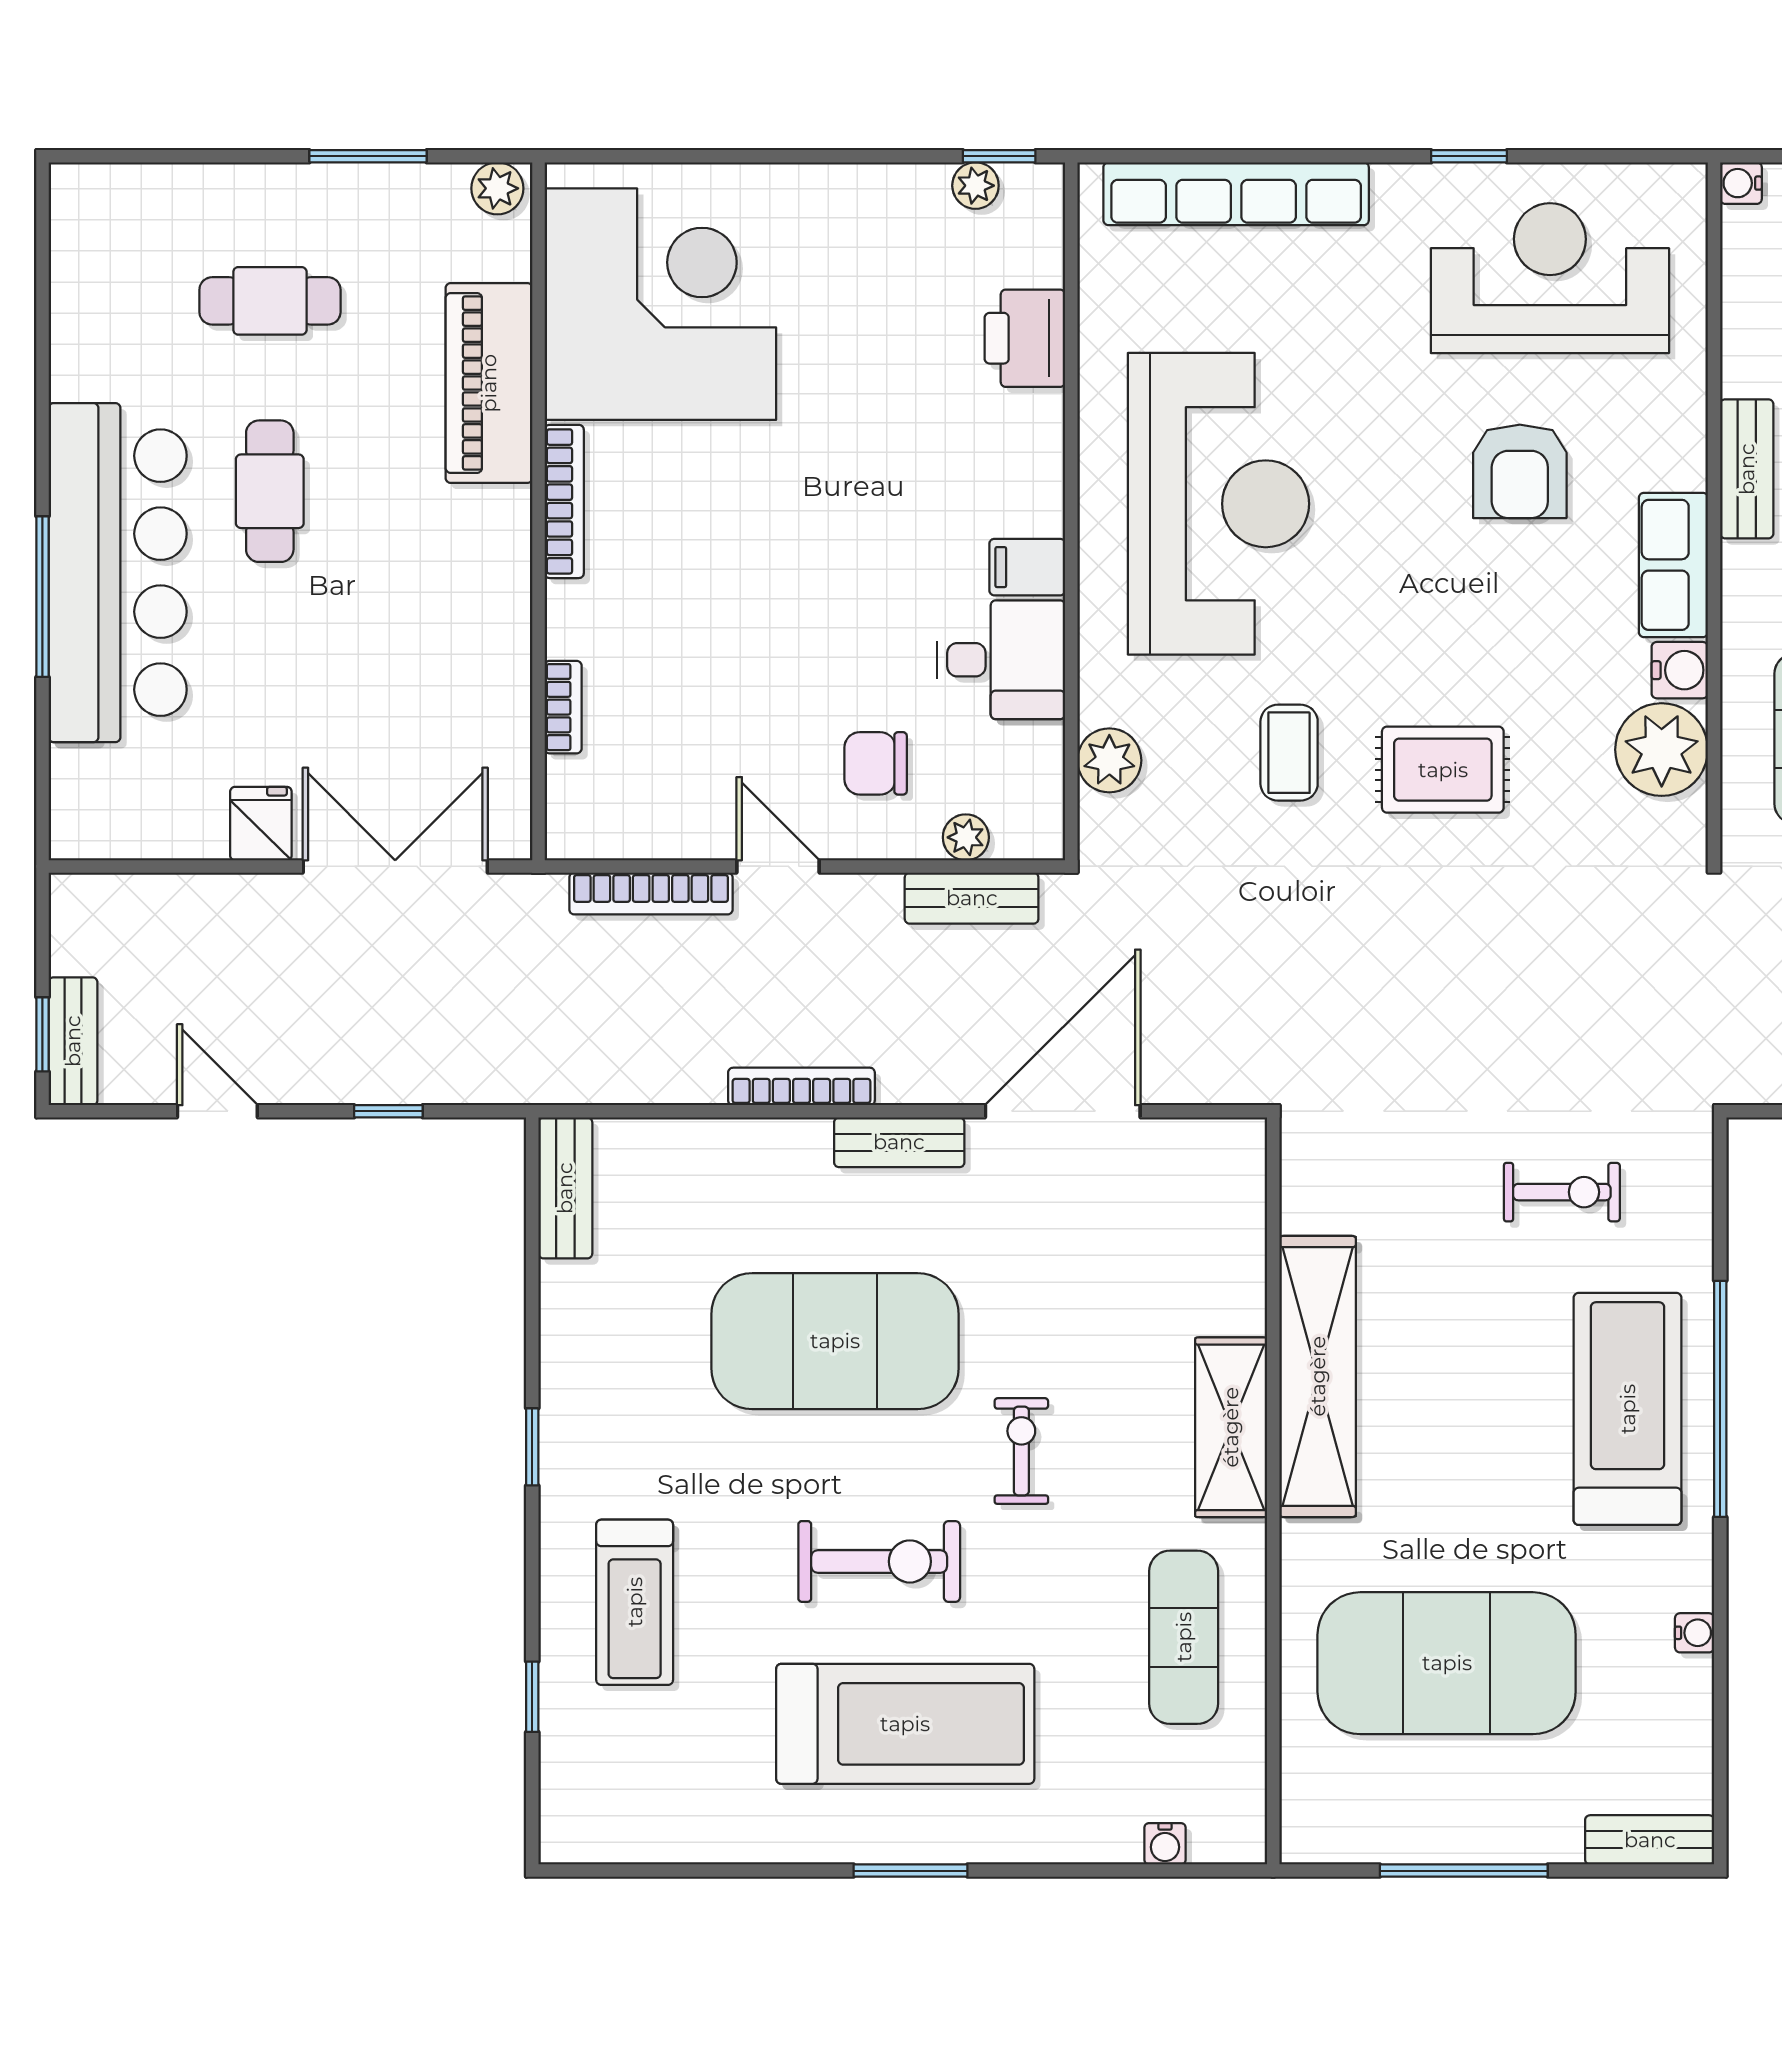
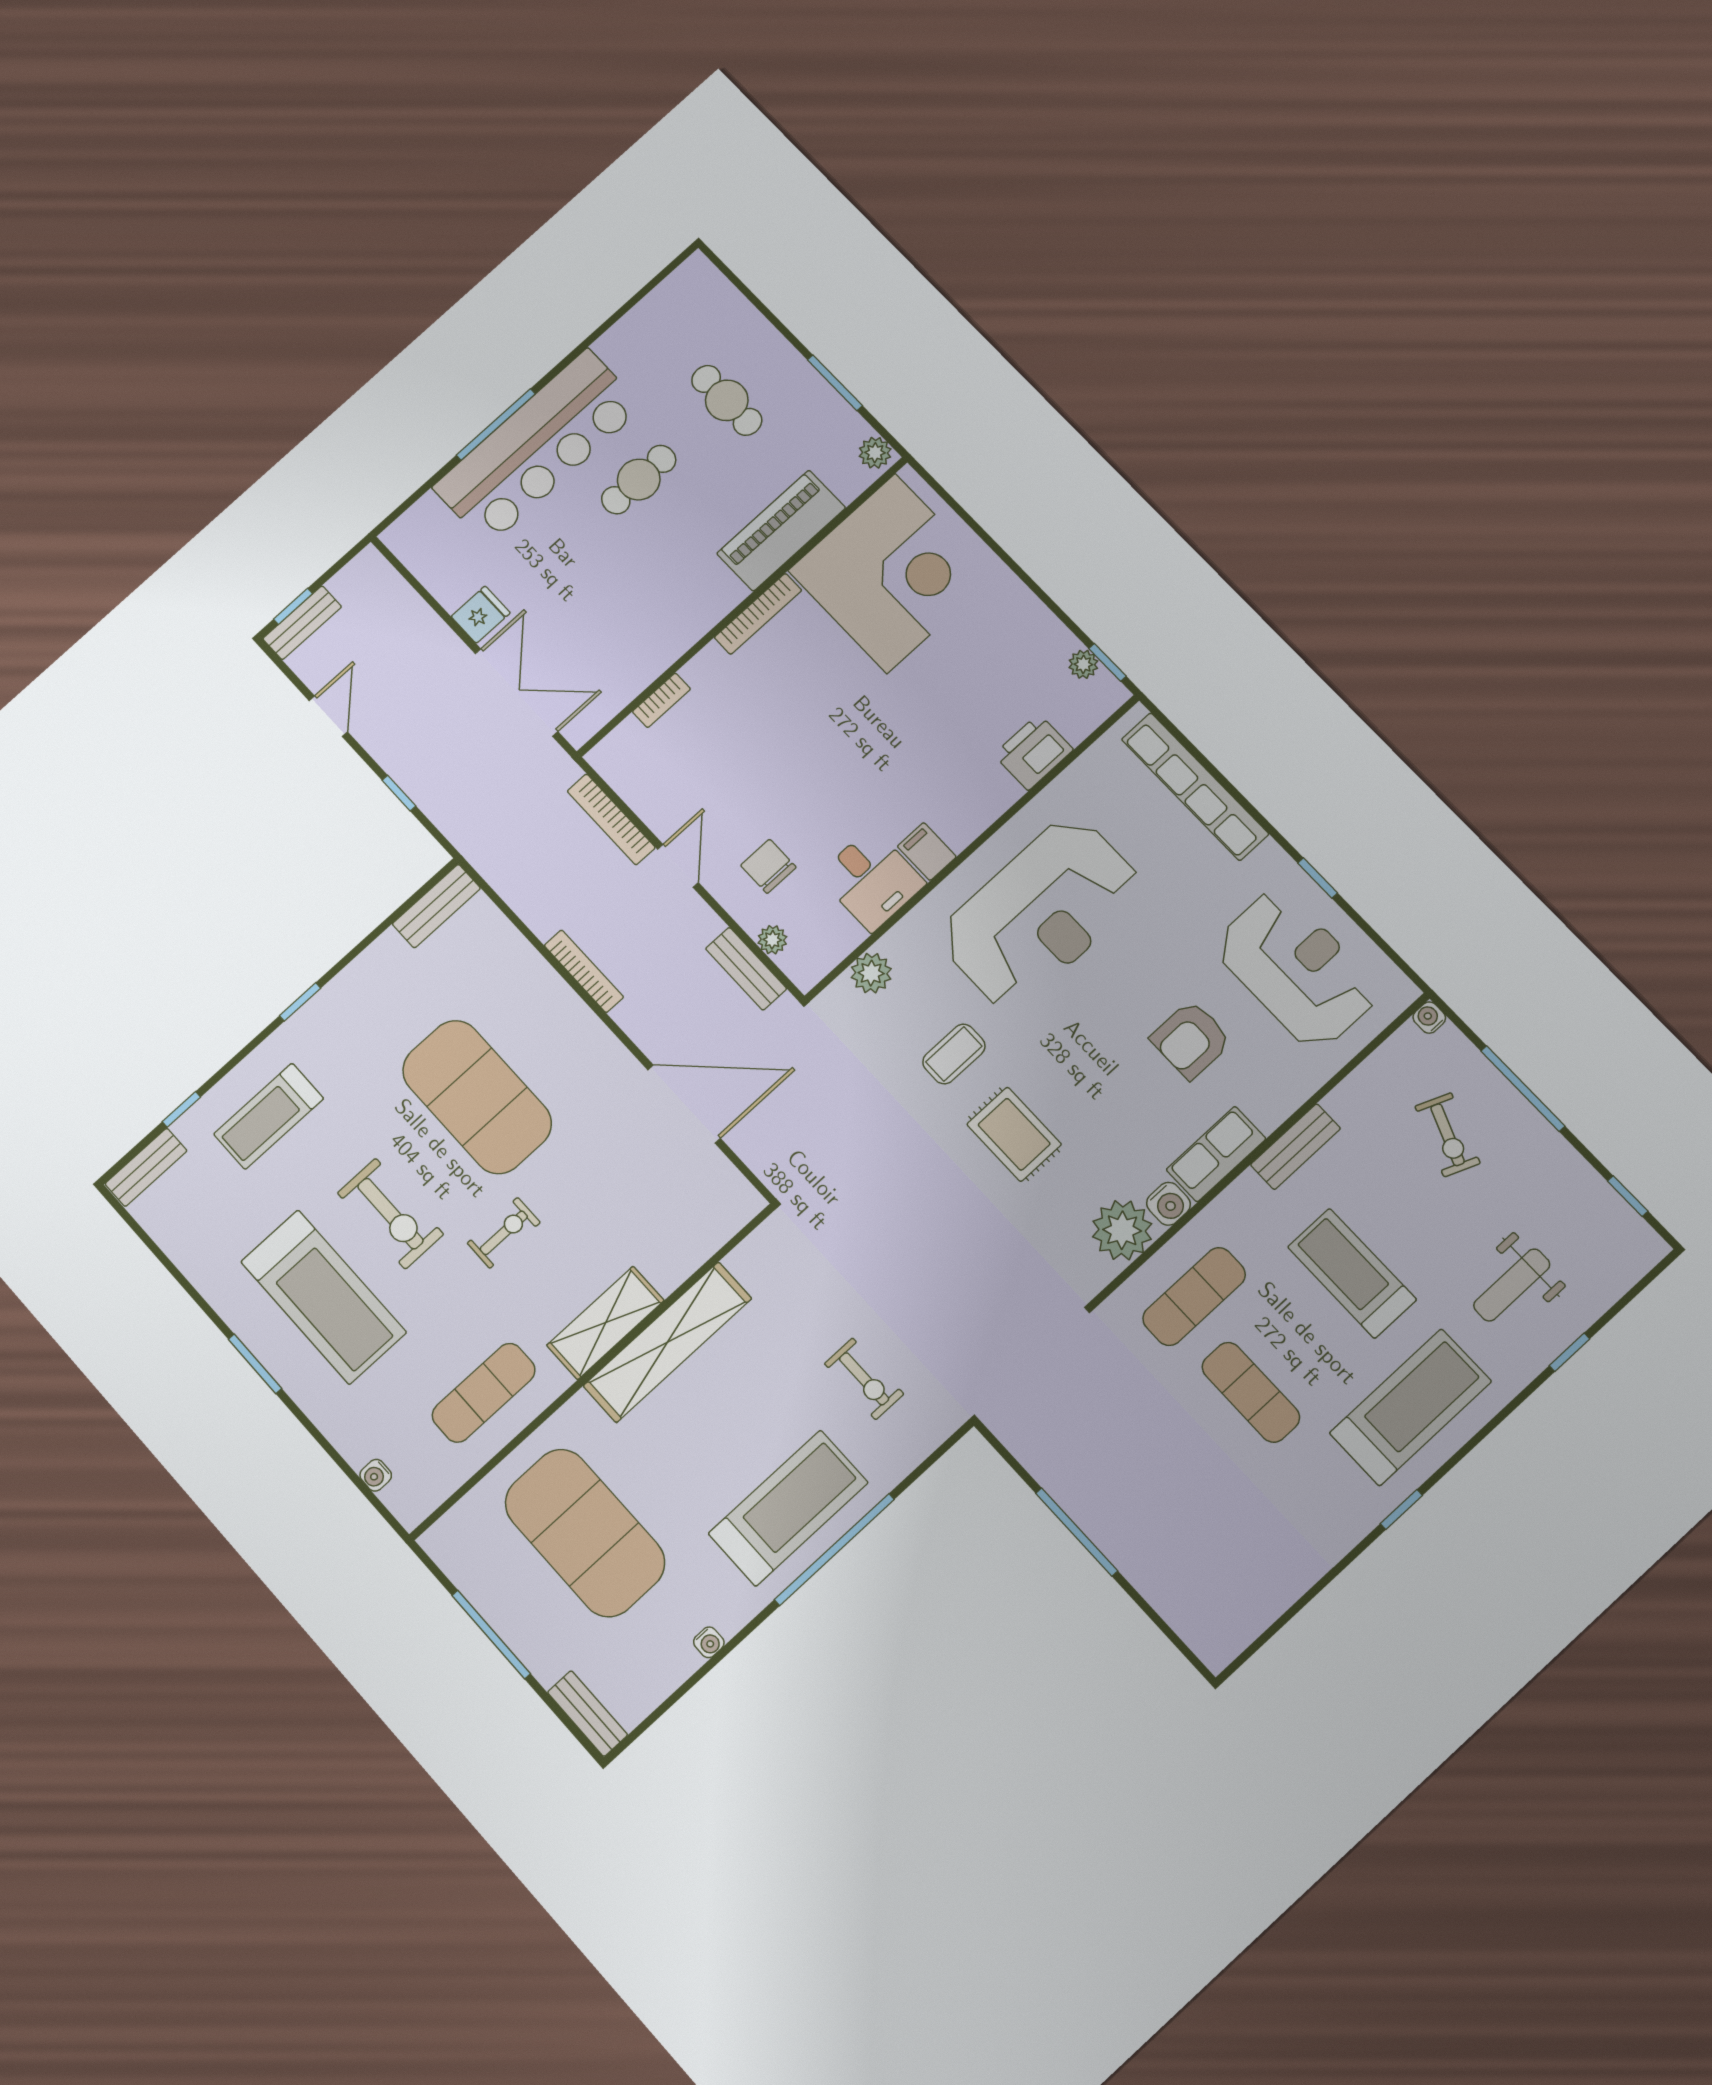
bench: (899, 1142) -> (146, 1167), moved, turned 90

